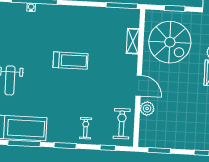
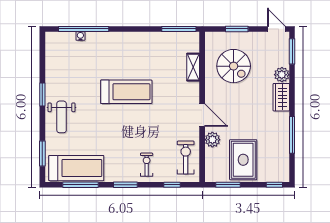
spiral stairs: (170, 42) -> (234, 66), width x0.73, depth x0.73
treadmill: (70, 61) -> (126, 92), width x1.37, depth x1.38
rug: (174, 128) -> (243, 160), added

